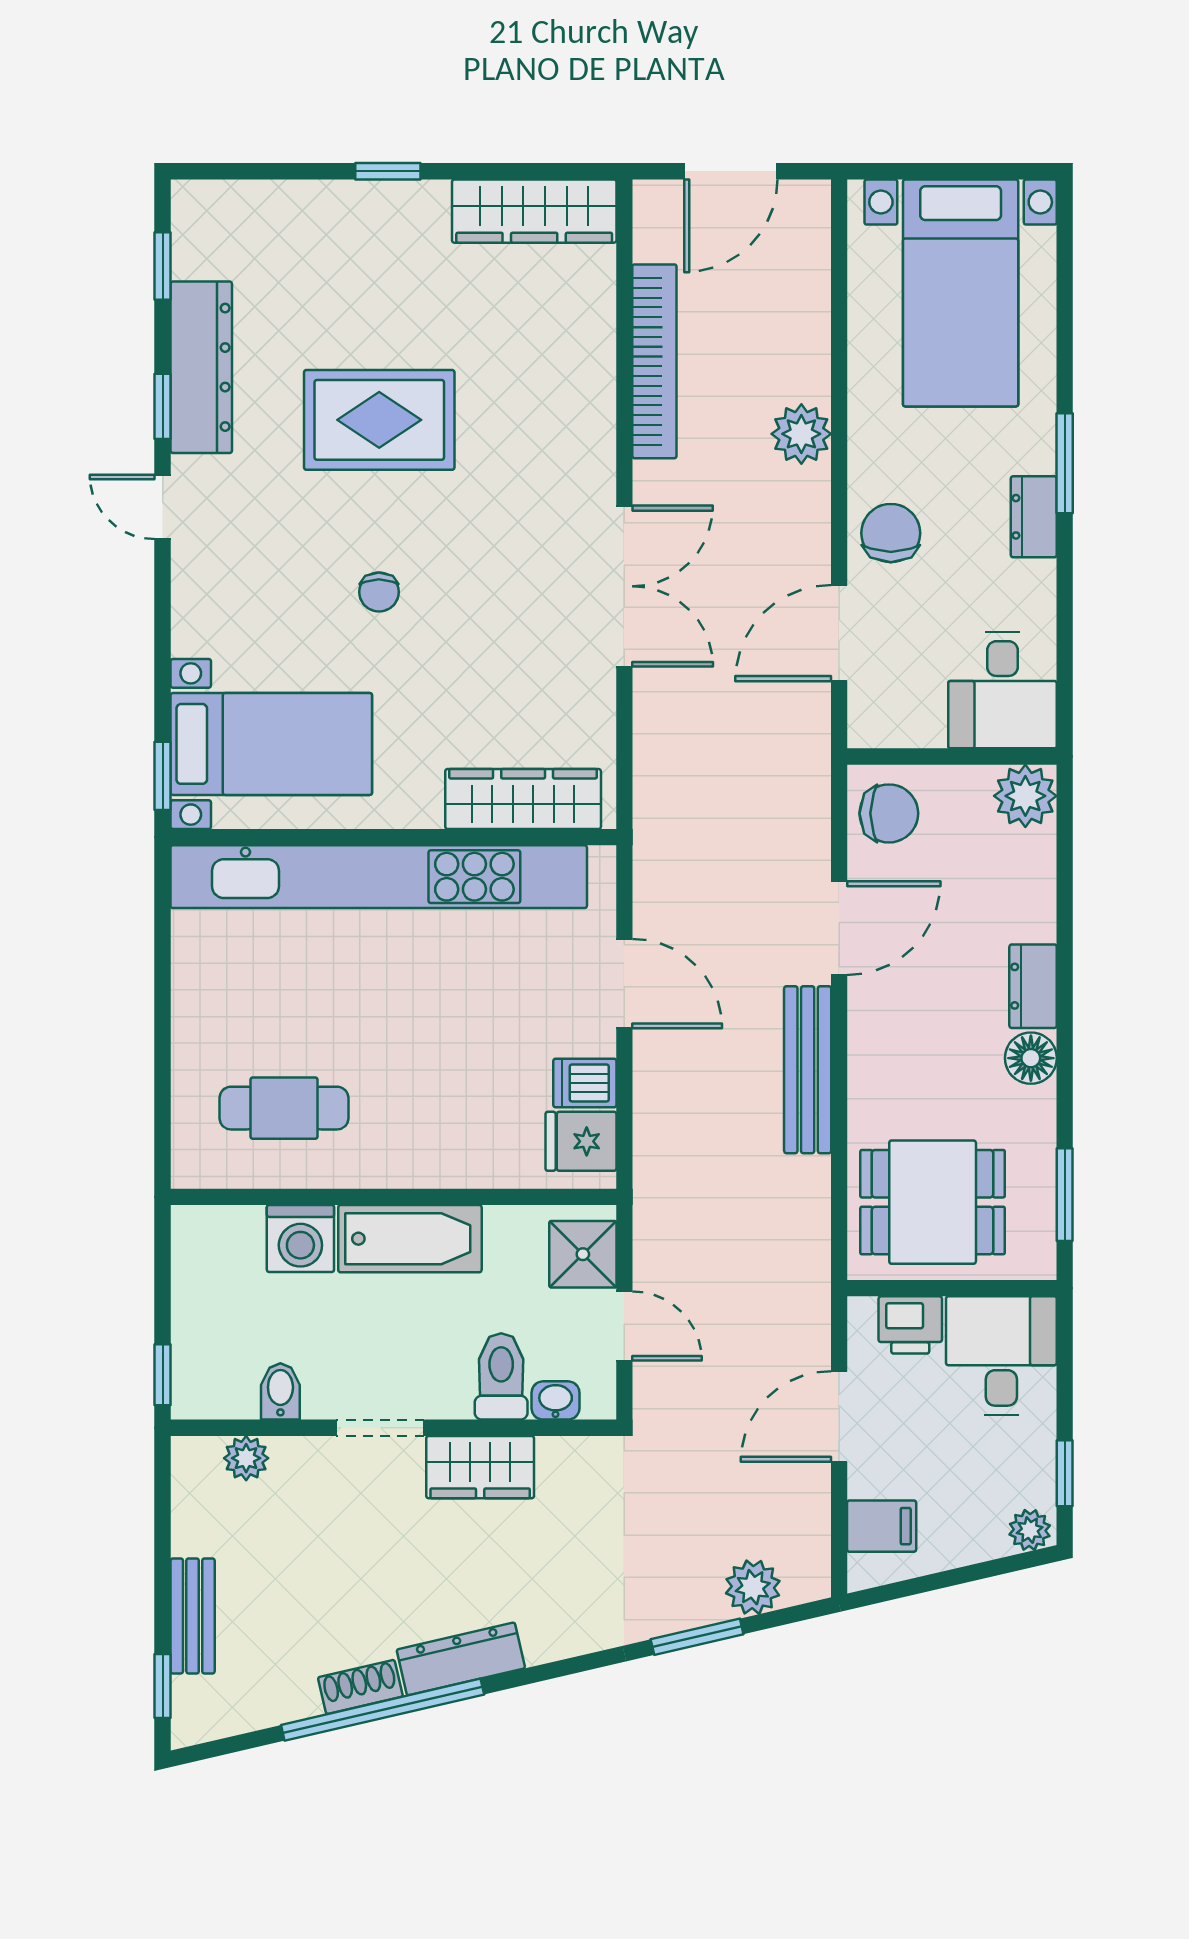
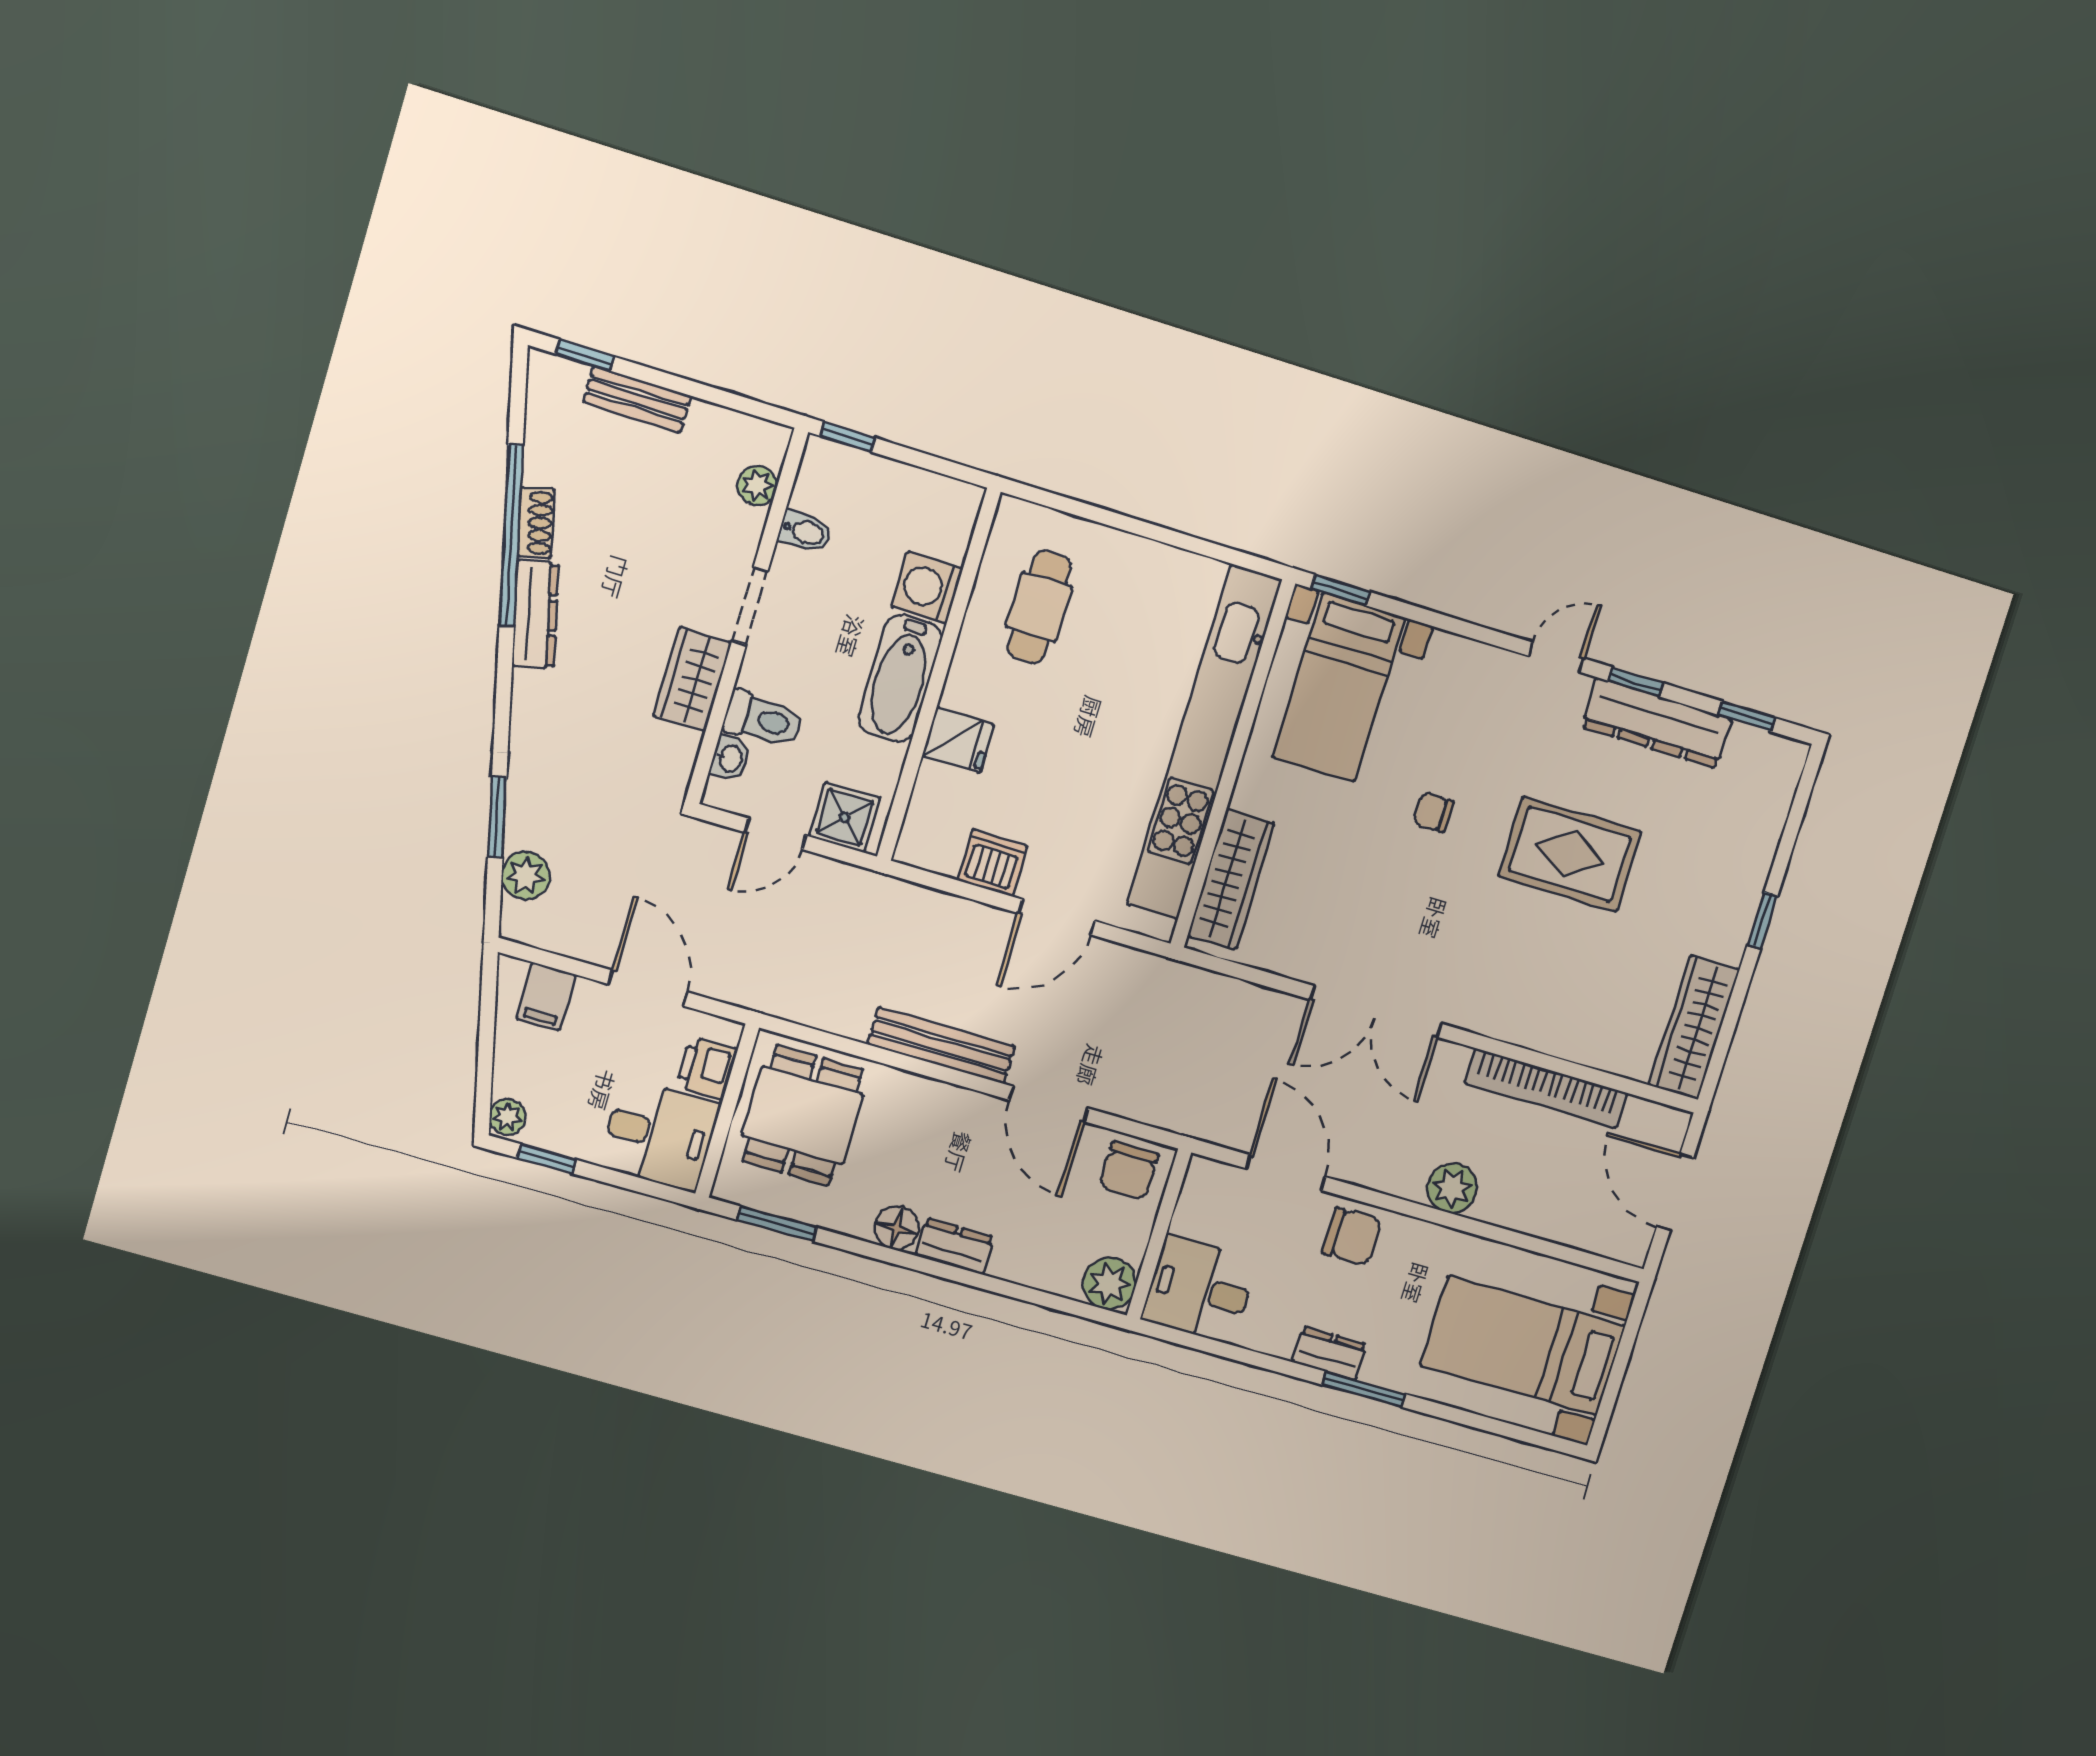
rug: (379, 420) -> (1570, 854), turned 90
dishwasher: (585, 1083) -> (993, 863), width x1.38
fridge: (581, 1141) -> (958, 740), moved, turned 90

